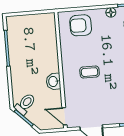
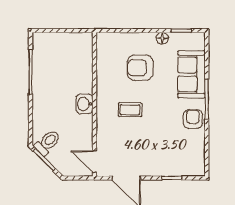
armchair: (81, 25) -> (140, 68), moved
washbasin: (53, 81) -> (85, 104), moved

